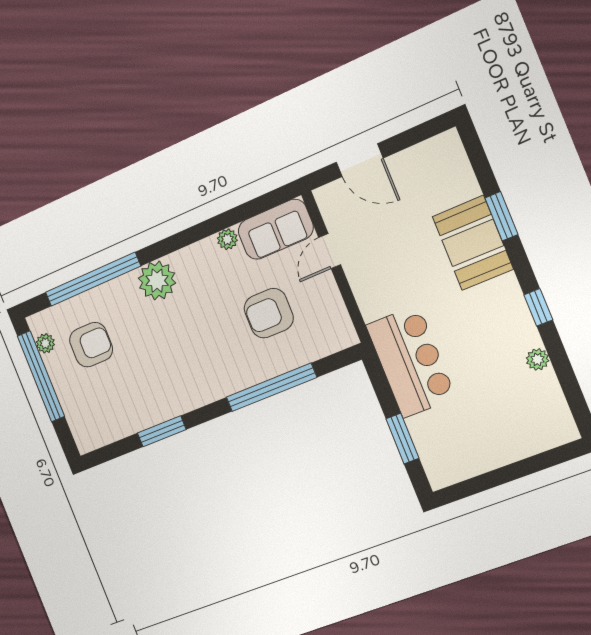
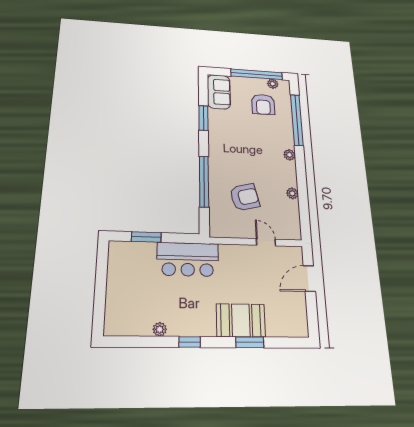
sofa: (276, 229) -> (219, 92), moved, turned 180
plant: (157, 281) -> (289, 155), width x0.53, depth x0.53
armchair: (269, 313) -> (245, 197), turned 76

